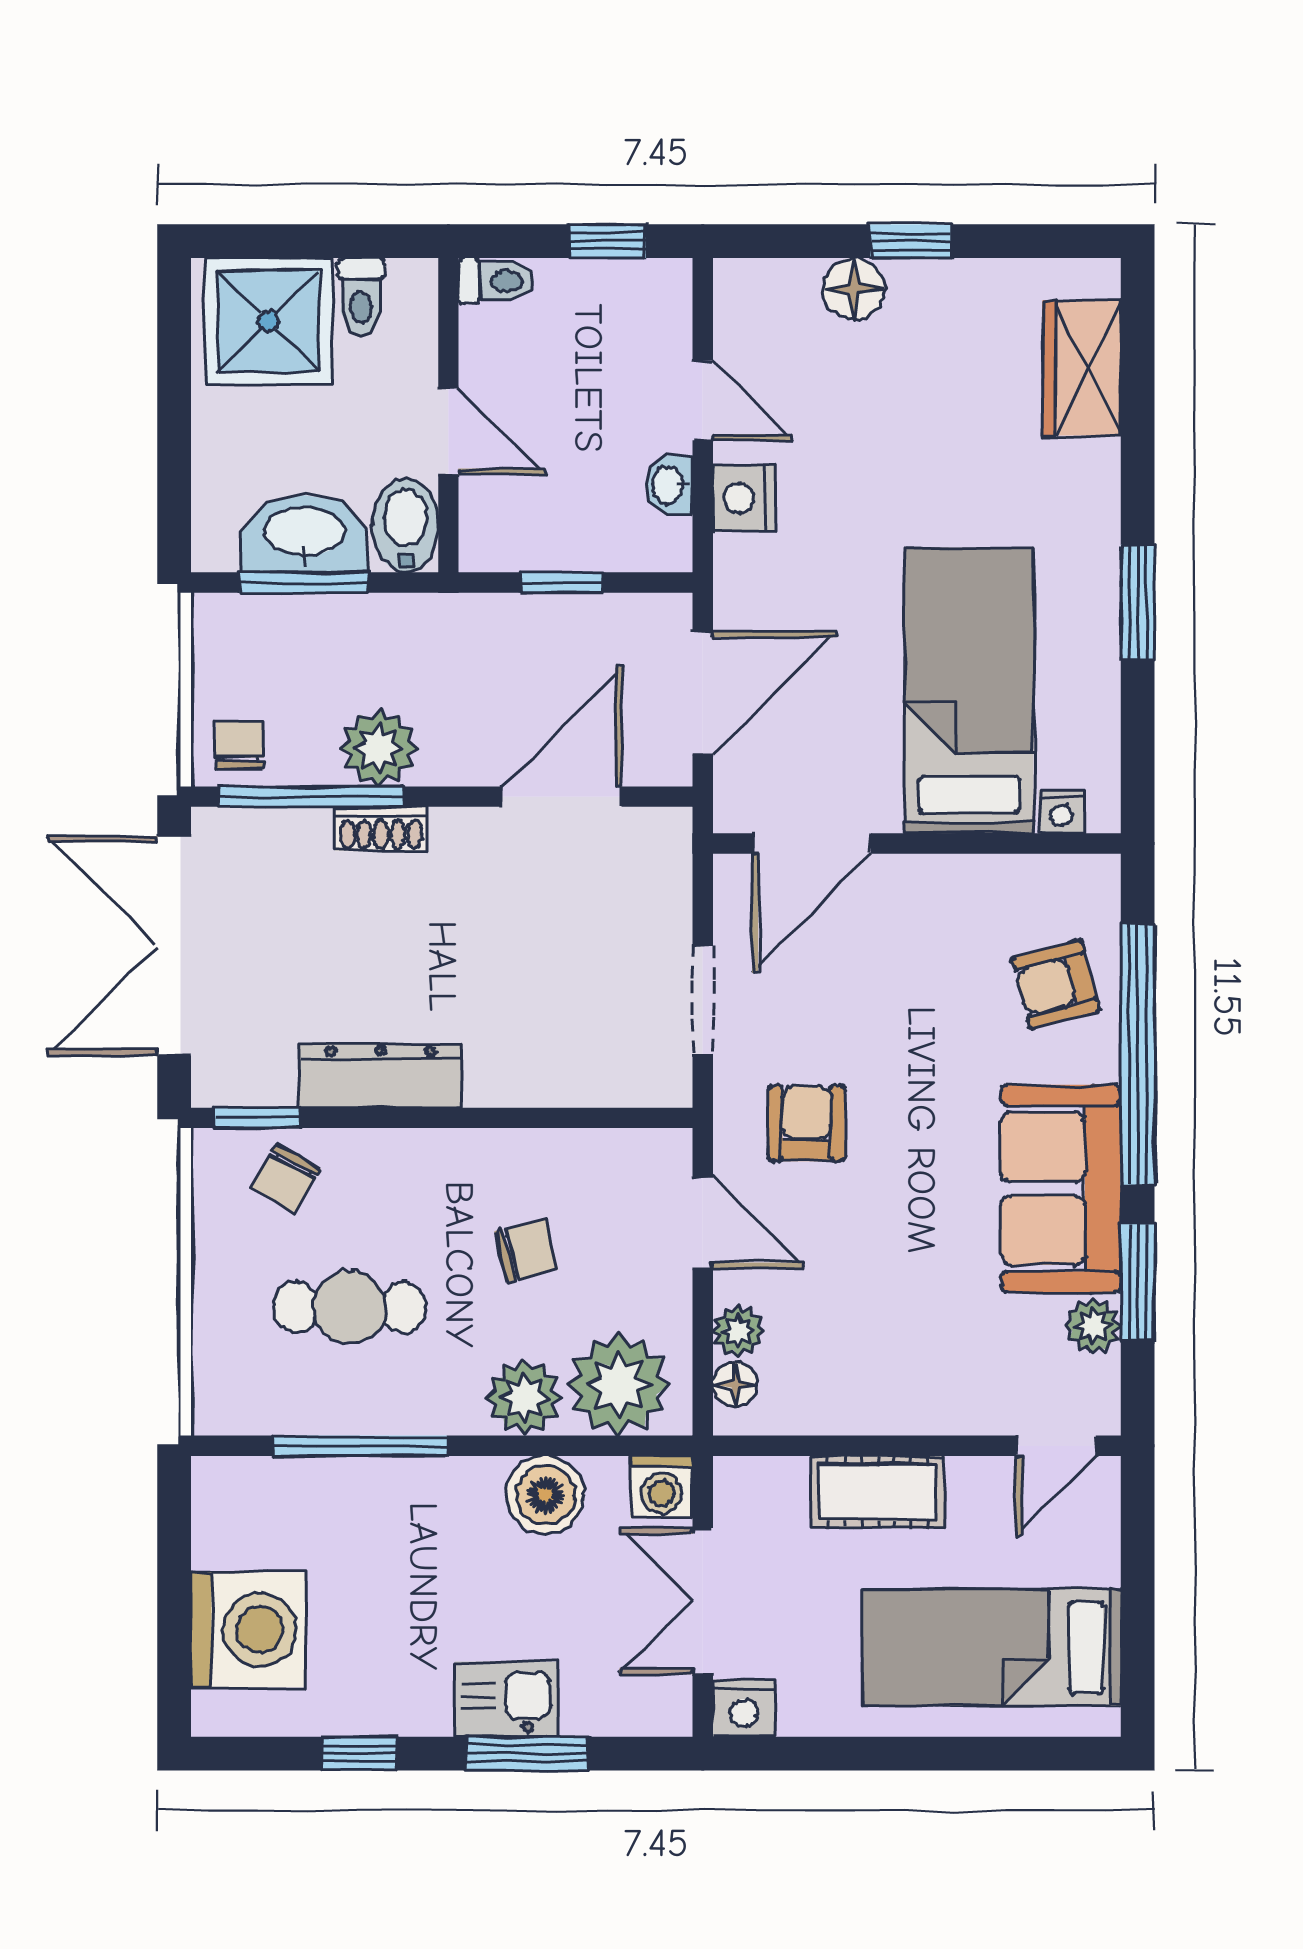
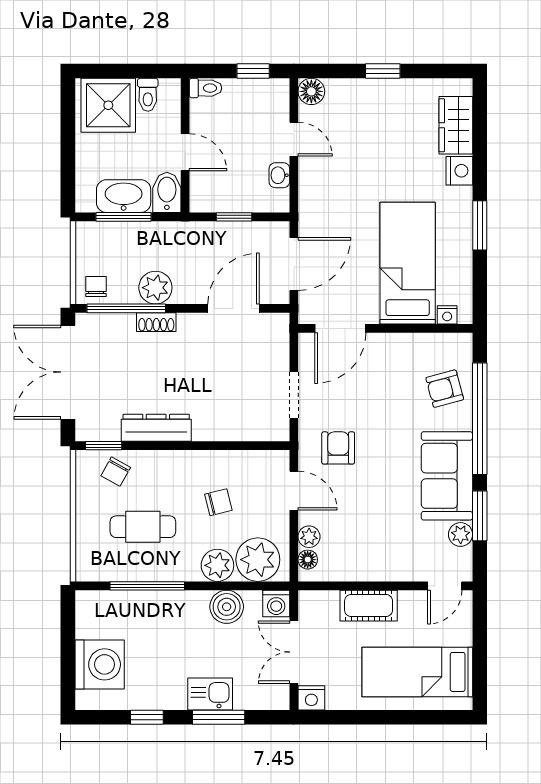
floor lamp: (854, 289) -> (311, 91), moved
nightstand: (744, 498) -> (459, 171), moved, turned 180

